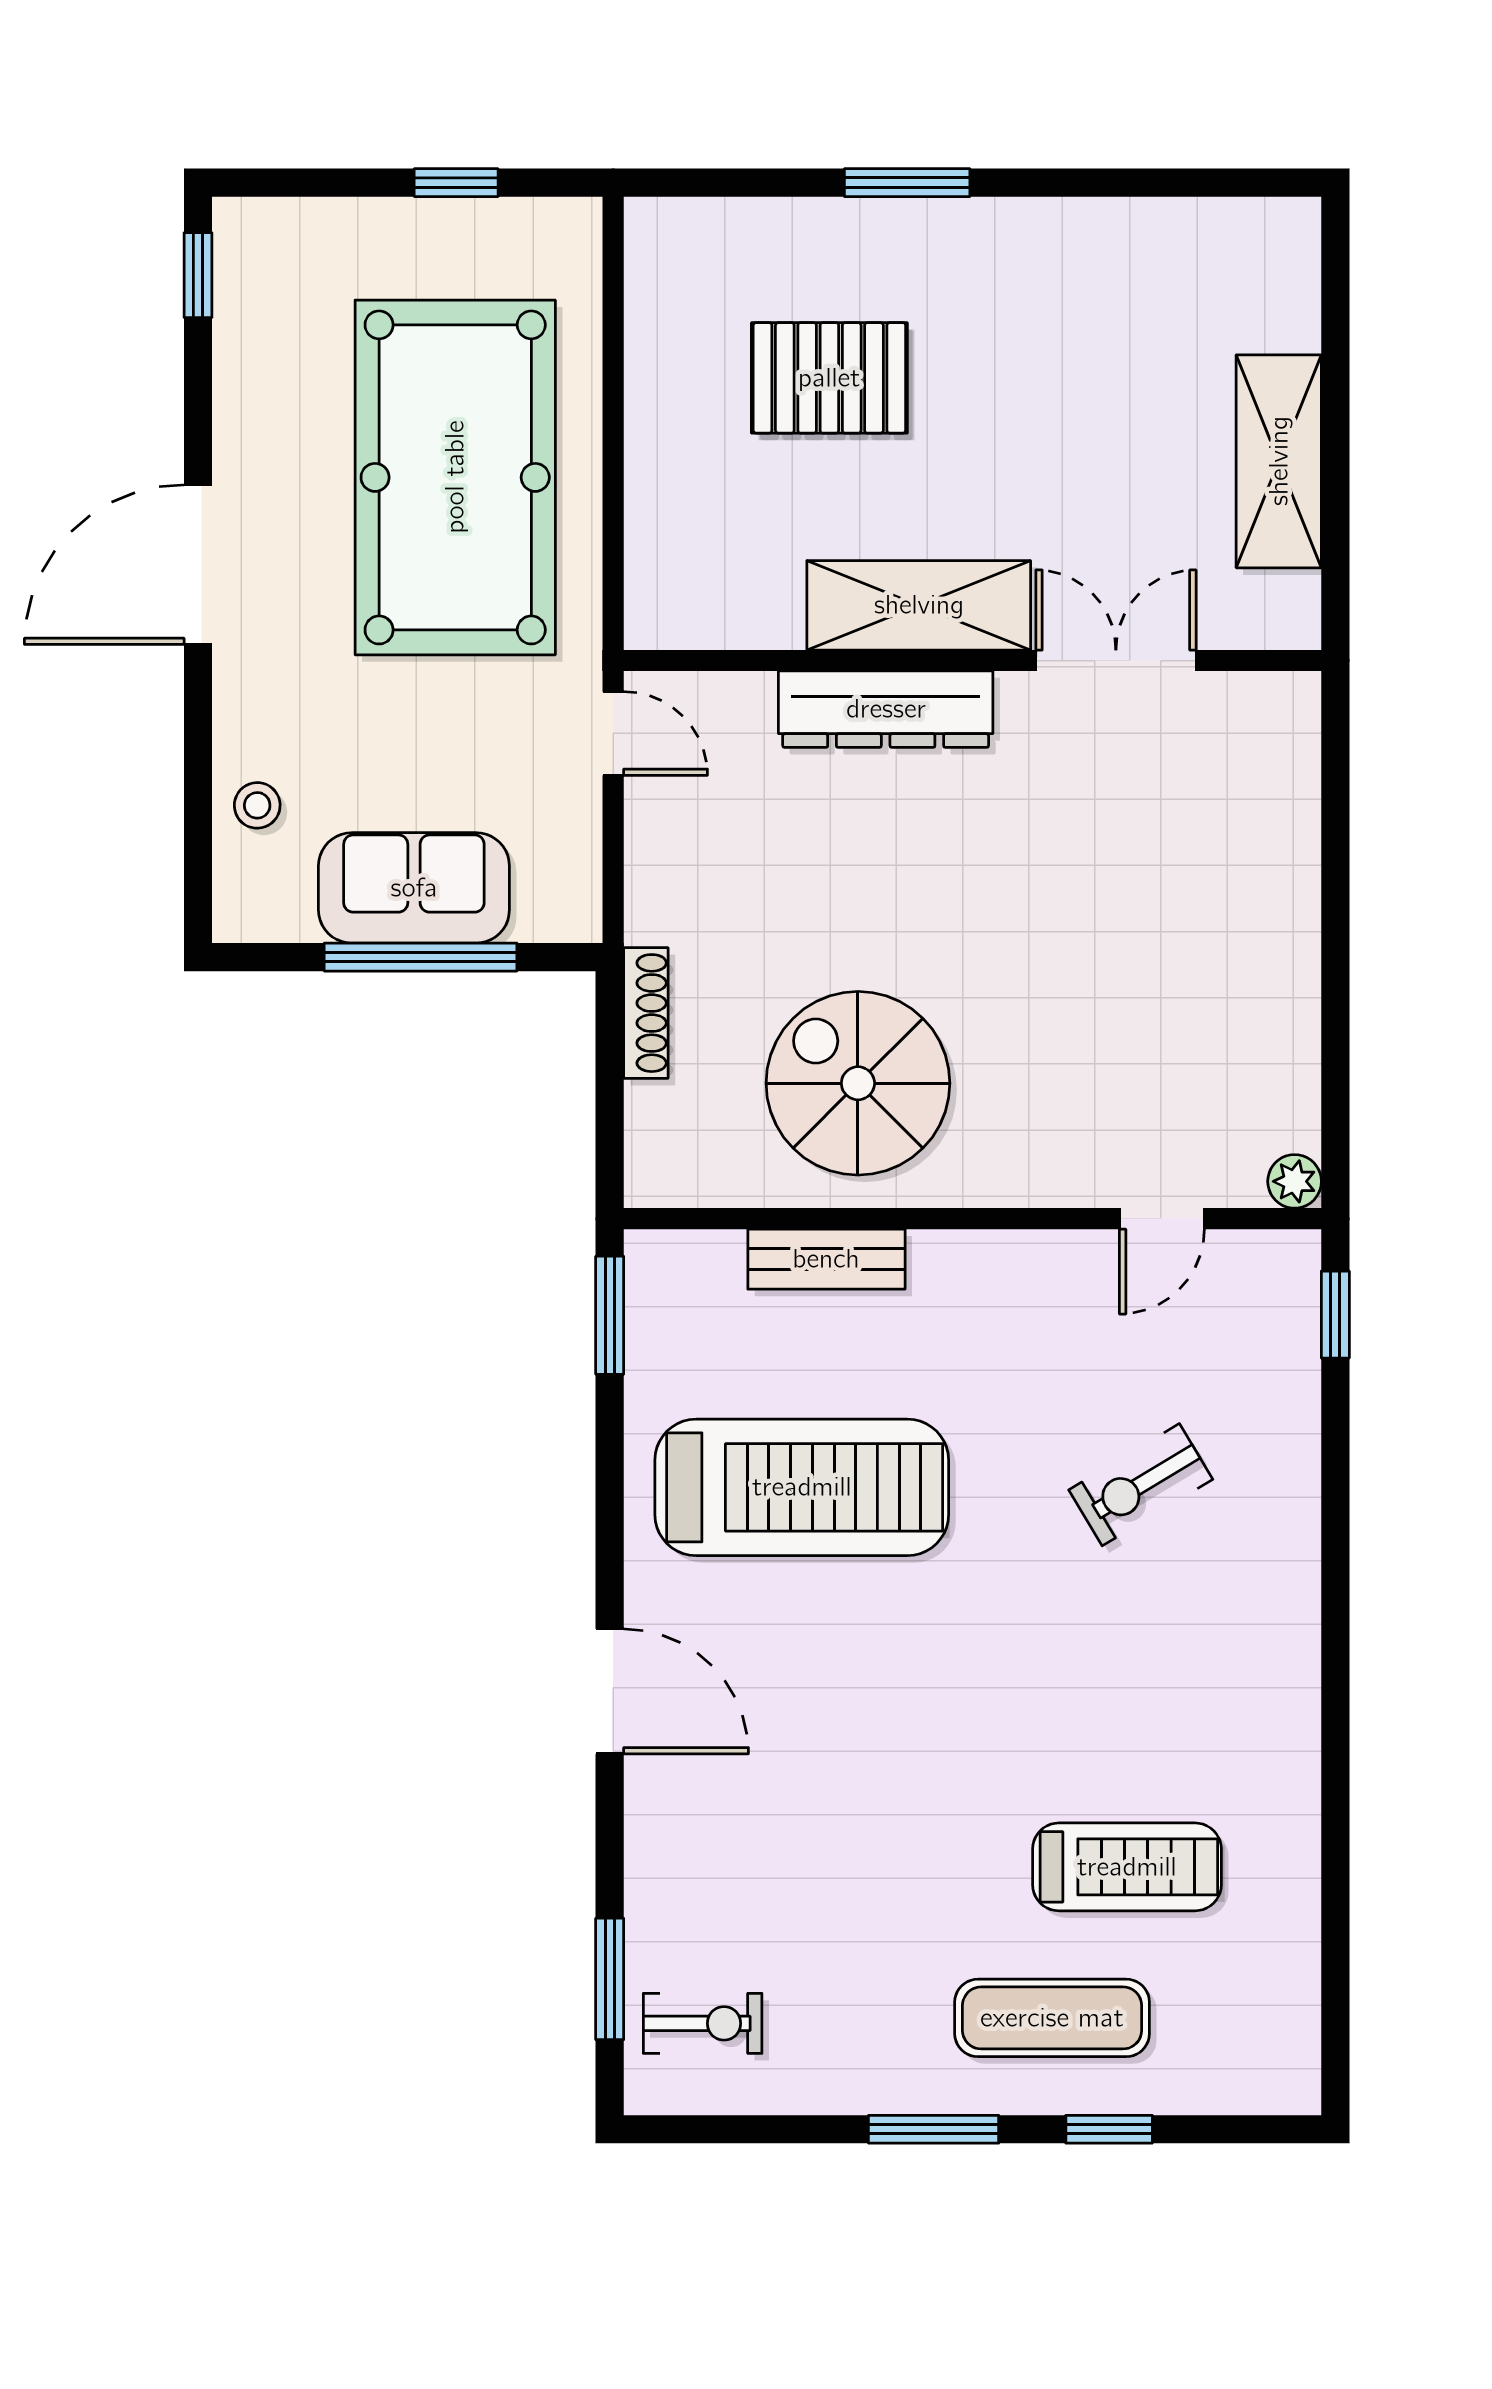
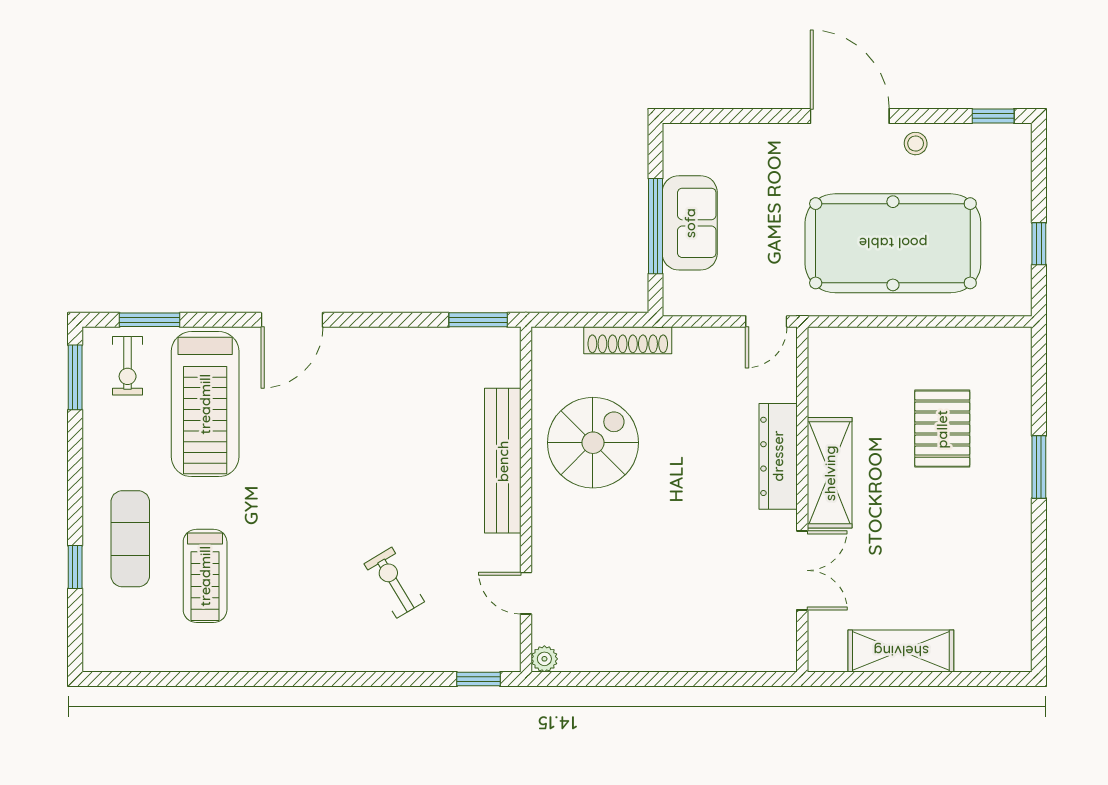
stool: (257, 805) -> (916, 144), moved
shoe rack: (646, 1013) -> (628, 340), width x1.36, depth x1.24
bench: (826, 1259) -> (503, 461), width x1.86, depth x1.21
treadmill: (802, 1487) -> (205, 404), moved
window: (934, 2129) -> (75, 377), moved

